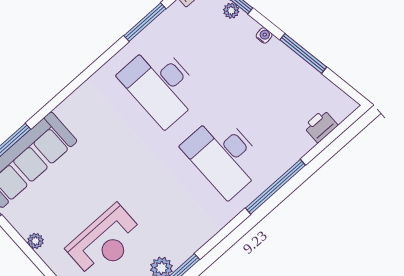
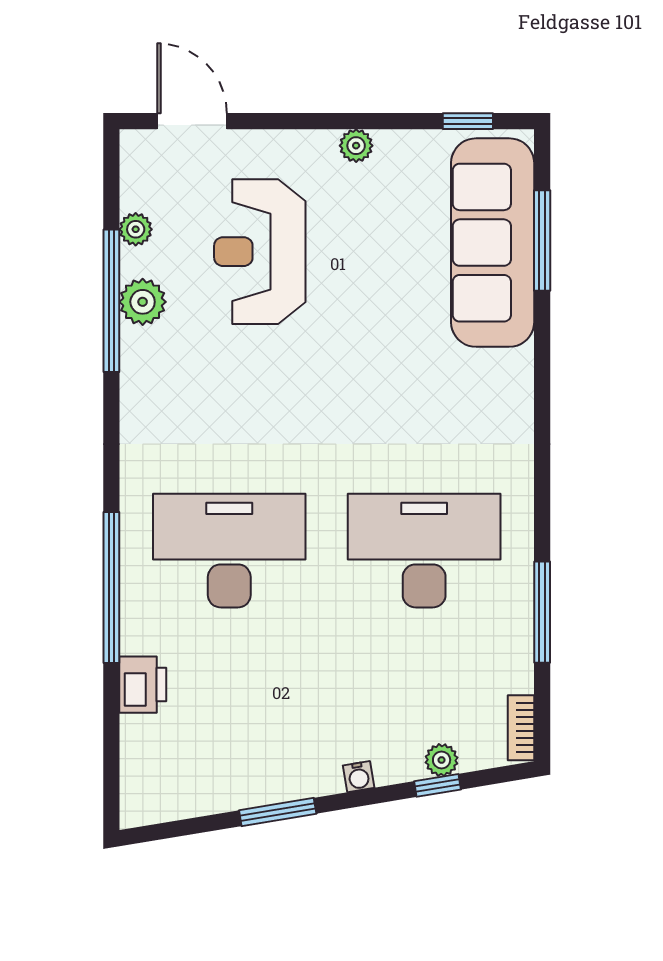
window: (303, 53) -> (278, 812), width x0.69
printer: (321, 126) -> (143, 685), moved

